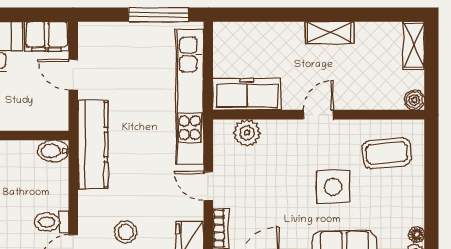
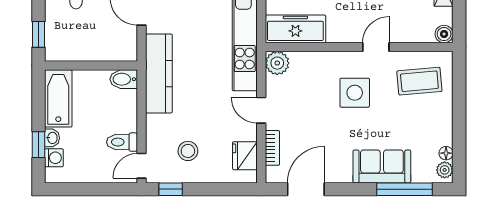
door: (318, 115) -> (376, 47), moved
plant: (247, 133) -> (277, 63), moved
side table: (333, 187) -> (355, 93), moved

